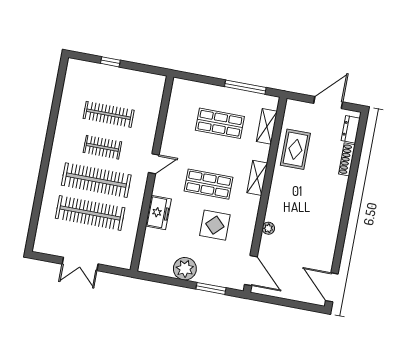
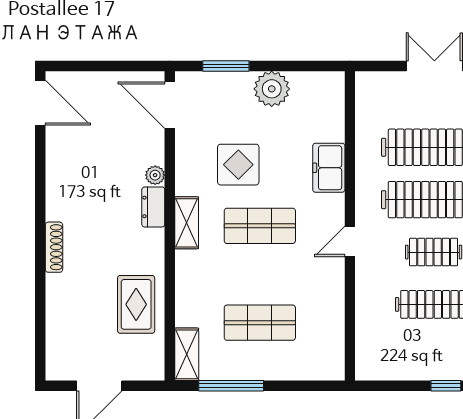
shelving: (267, 126) -> (187, 354), moved
dresser: (351, 129) -> (153, 207), moved, turned 180
shoe rack: (347, 159) -> (54, 247), moved
shelving: (257, 178) -> (187, 223), moved

